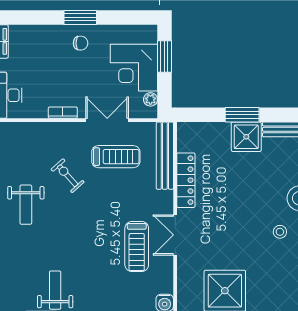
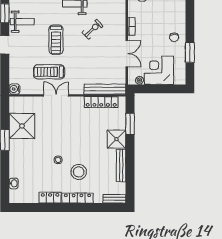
window: (80, 17) -> (190, 52), moved
window: (164, 56) -> (166, 89), removed
window: (242, 115) -> (130, 124), moved
treadmill: (116, 157) -> (56, 40), moved
locker: (186, 180) -> (101, 102), moved

